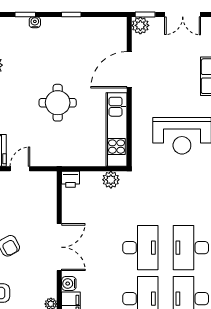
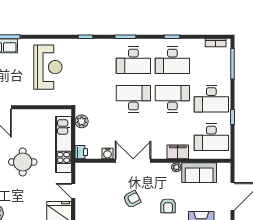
kitchen unit: (117, 130) -> (63, 144), moved, turned 90
water cooler: (69, 284) -> (108, 153), moved

